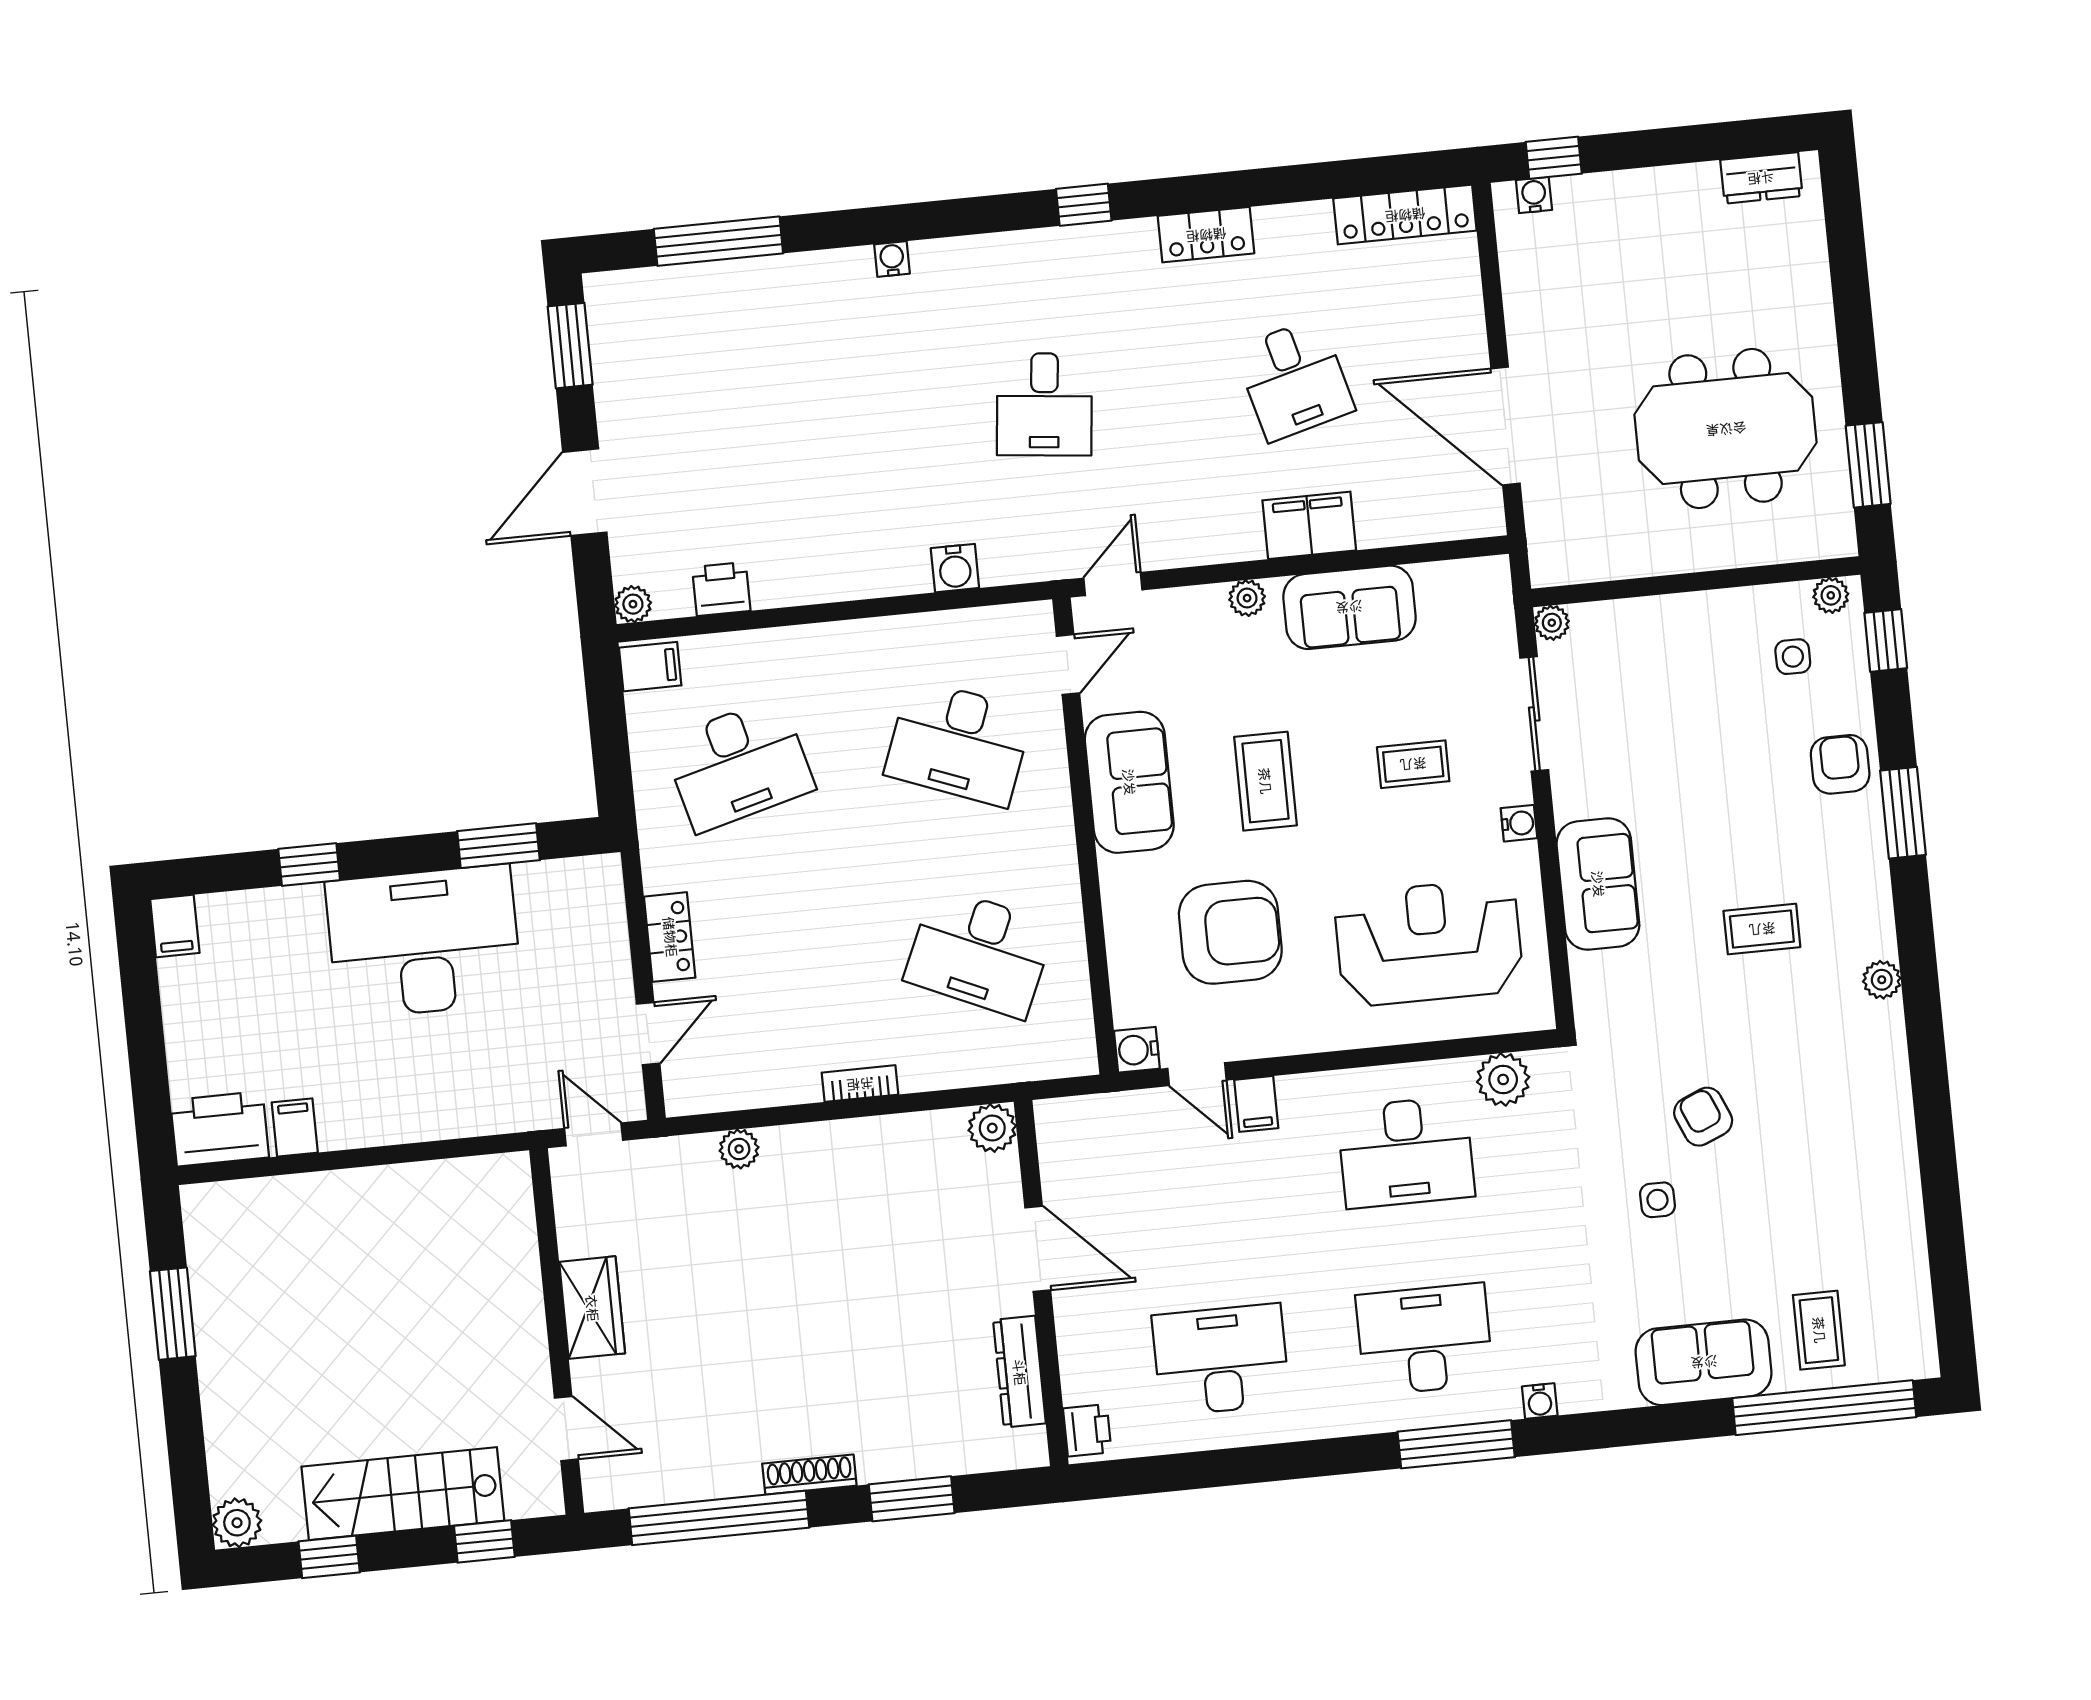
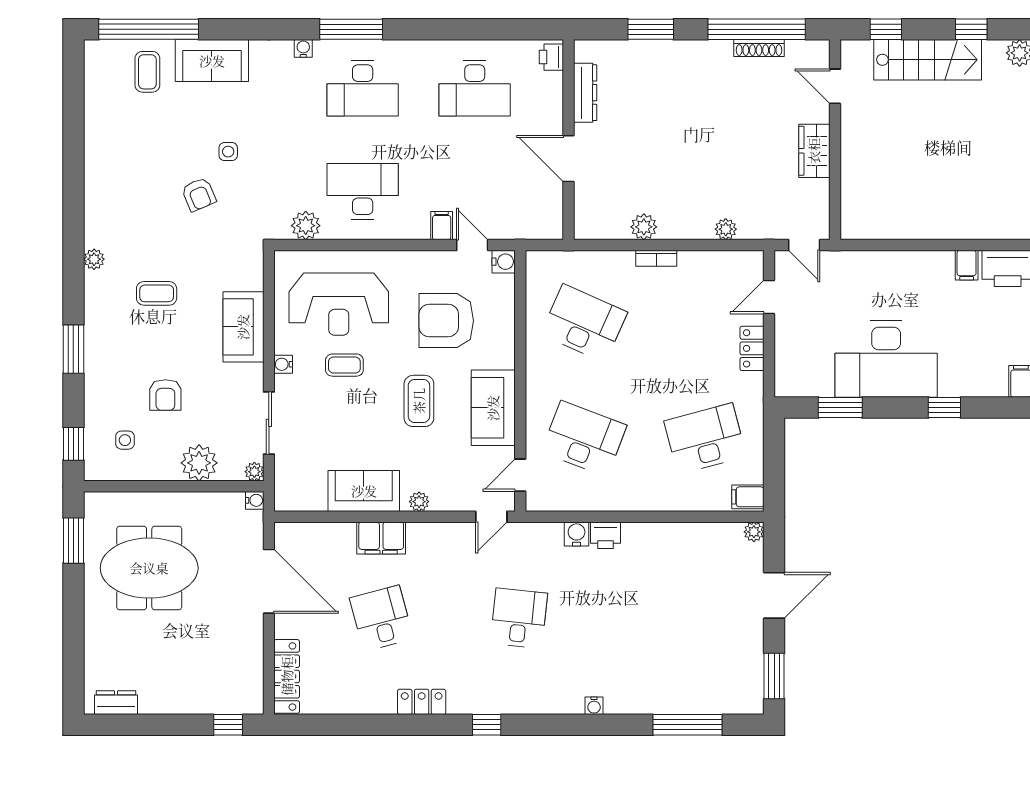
water cooler: (1534, 195) -> (255, 500), moved, turned -90
locker: (1405, 215) -> (287, 676), moved, turned 90
printer: (721, 589) -> (606, 535), moved
plant: (1831, 595) -> (199, 463), moved, width x1.88, depth x1.88
coffee table: (1413, 764) -> (344, 365), moved
armchair: (1840, 764) -> (165, 395), moved
plant: (992, 1128) -> (644, 227), moved
shoe rack: (809, 1475) -> (759, 48), moved

